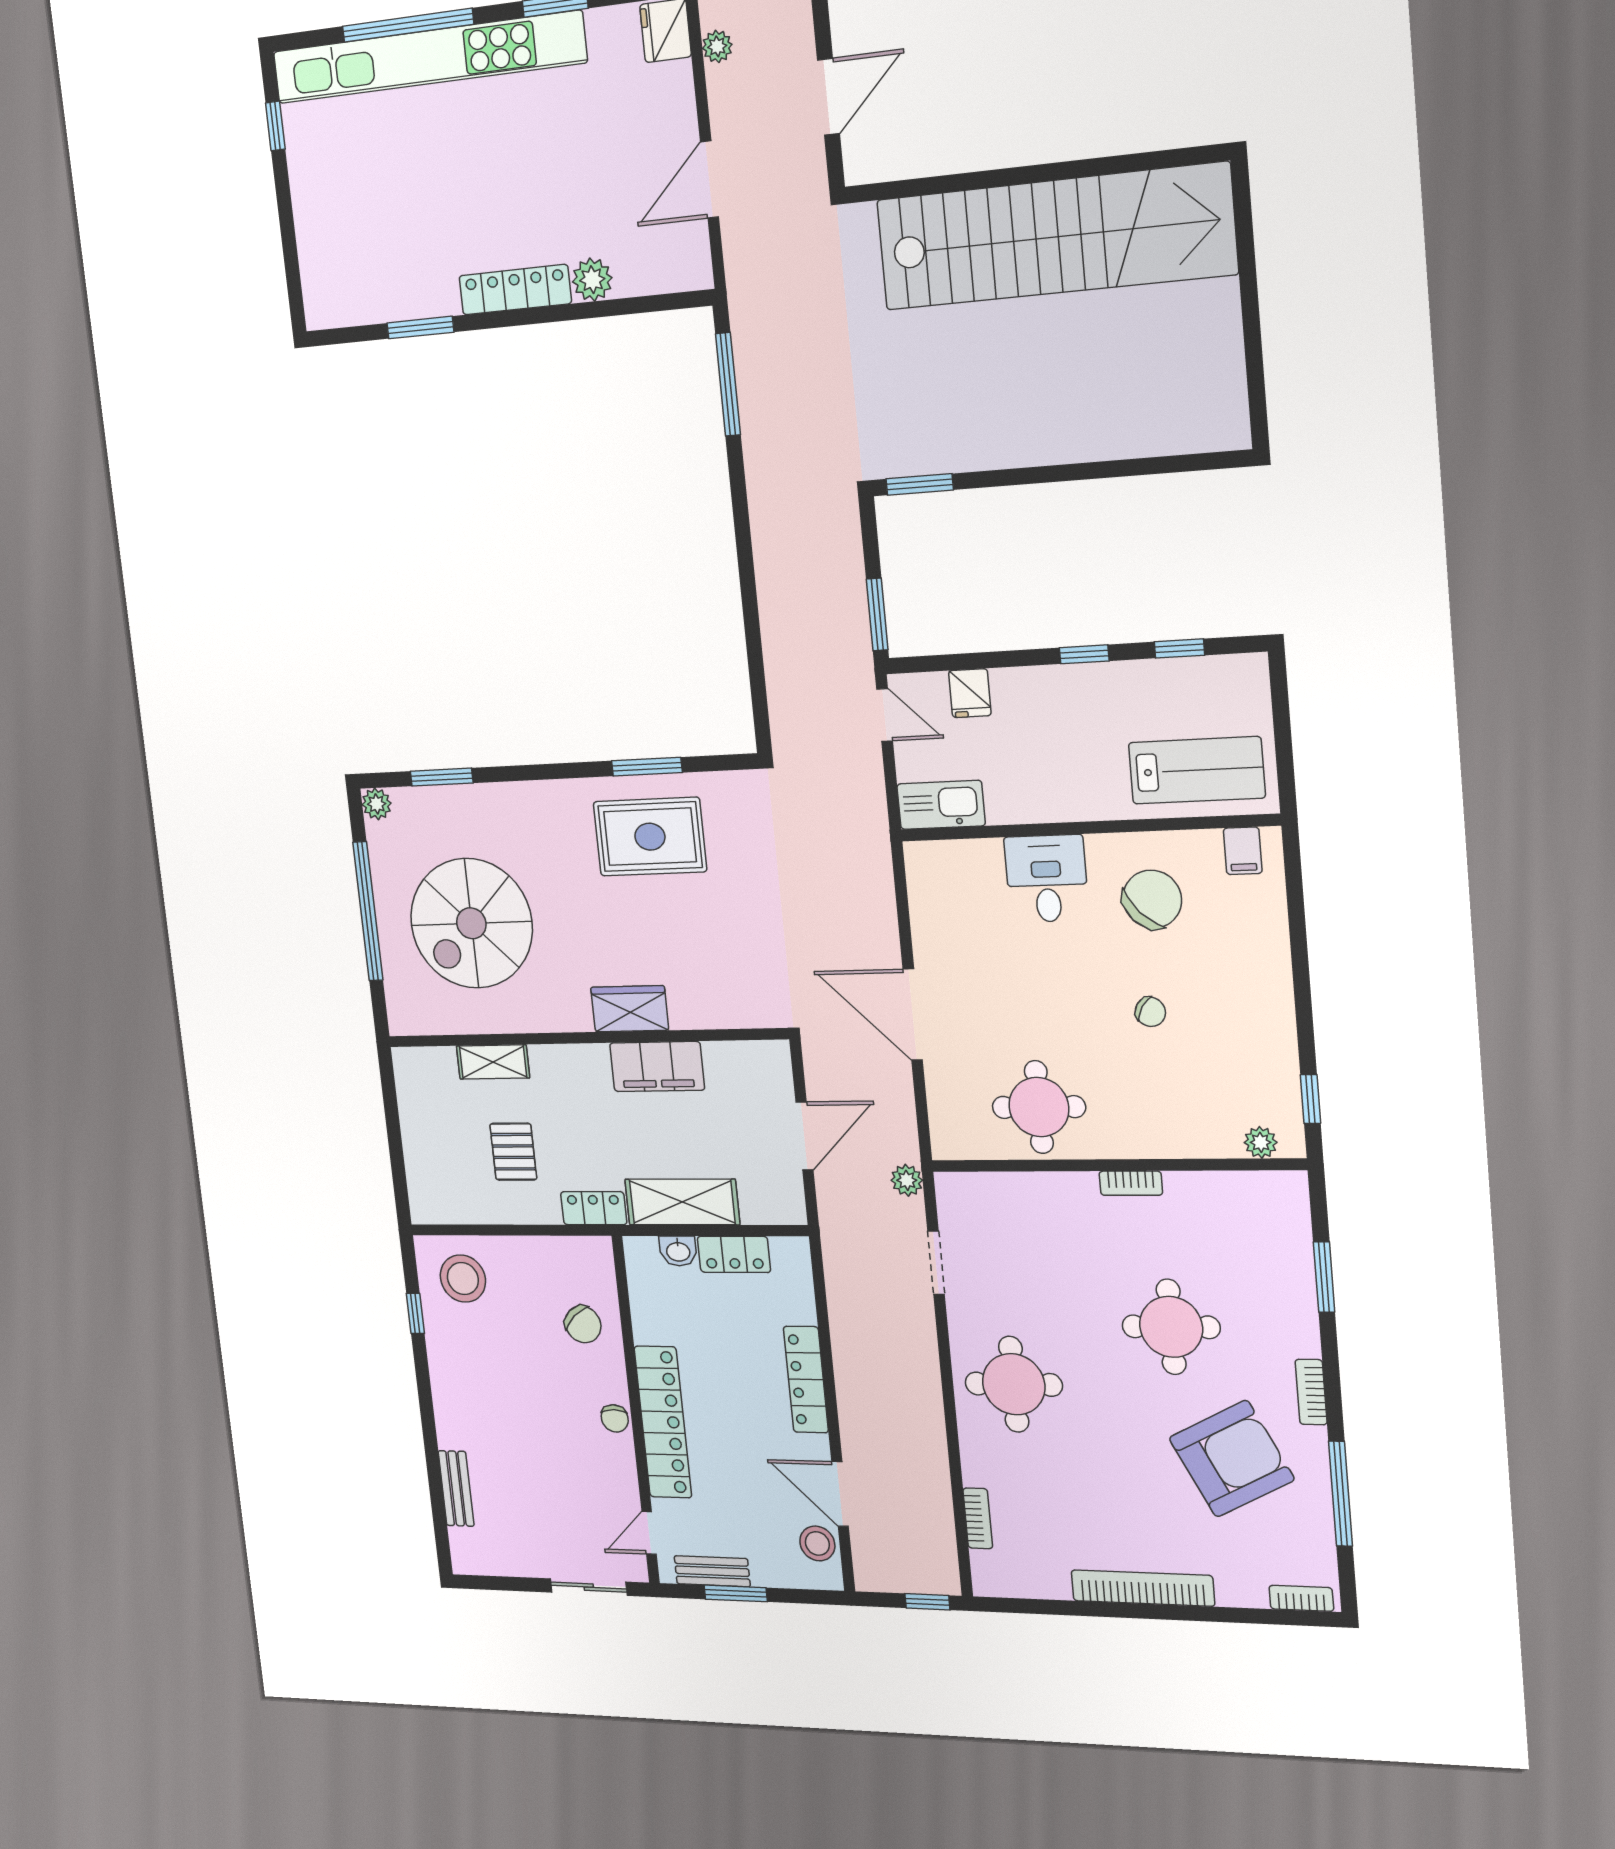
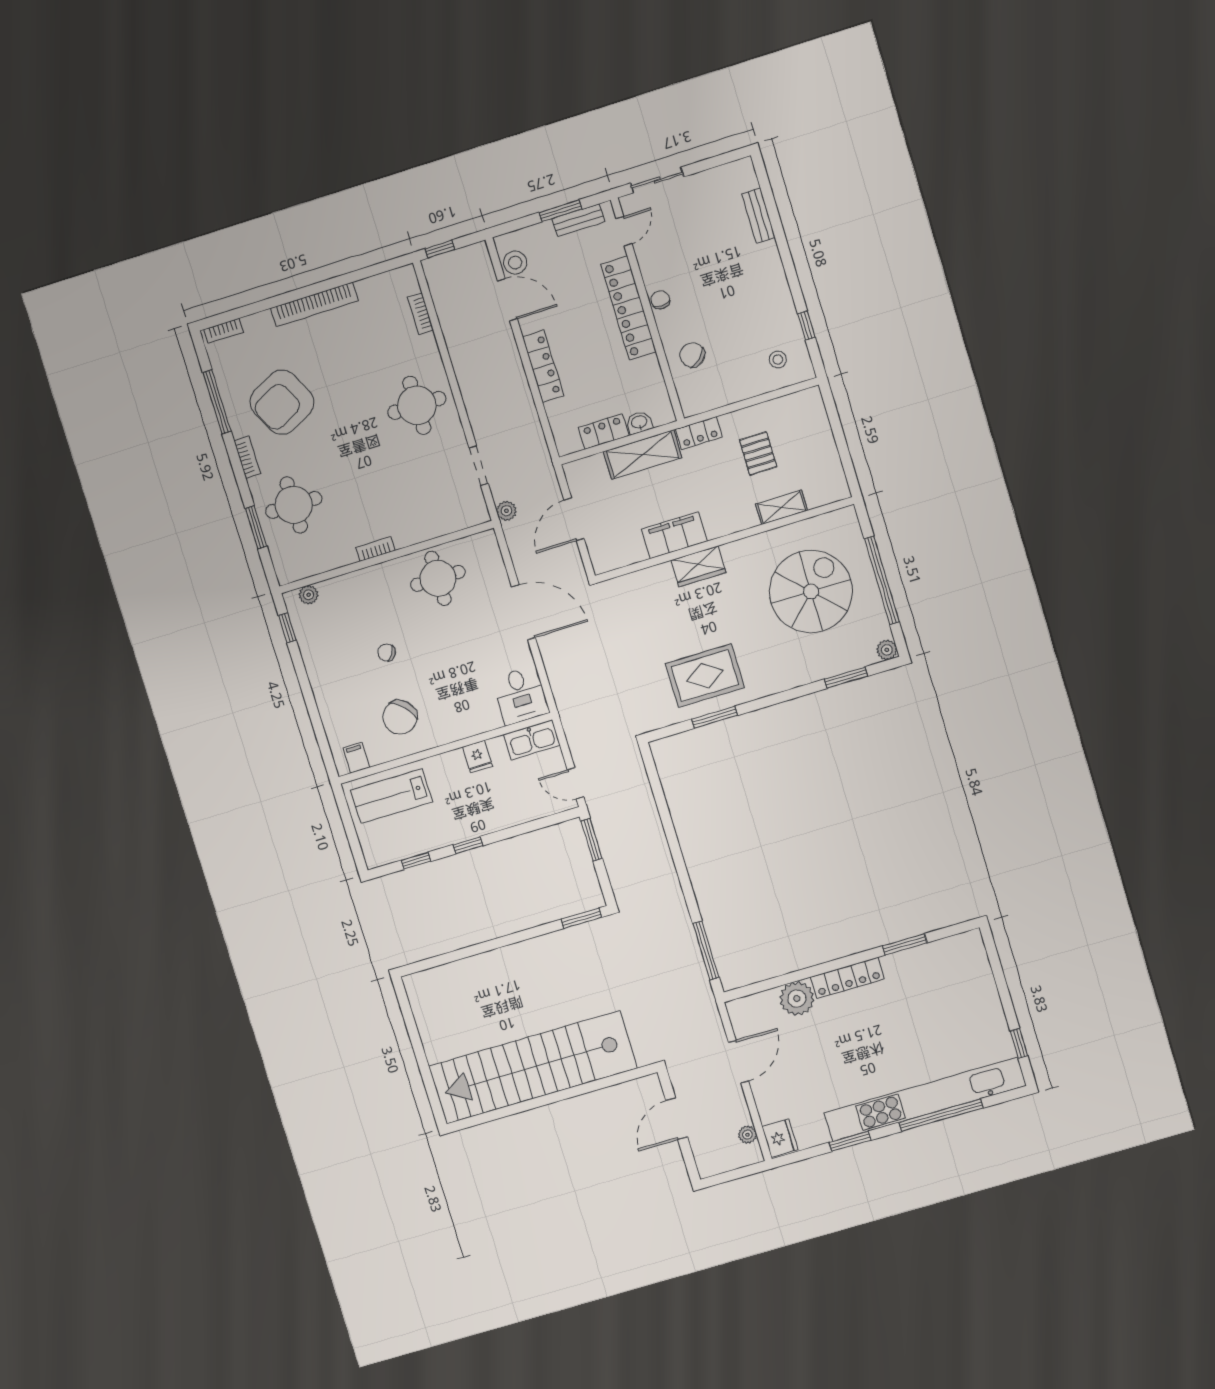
plant: (592, 280) -> (797, 999), width x1.36, depth x1.36
fridge: (970, 693) -> (477, 757), moved, turned 180
desk: (1047, 879) -> (521, 695), moved
stool: (463, 1279) -> (778, 360), width x0.53, depth x0.53
round table: (1171, 1327) -> (294, 505), moved

